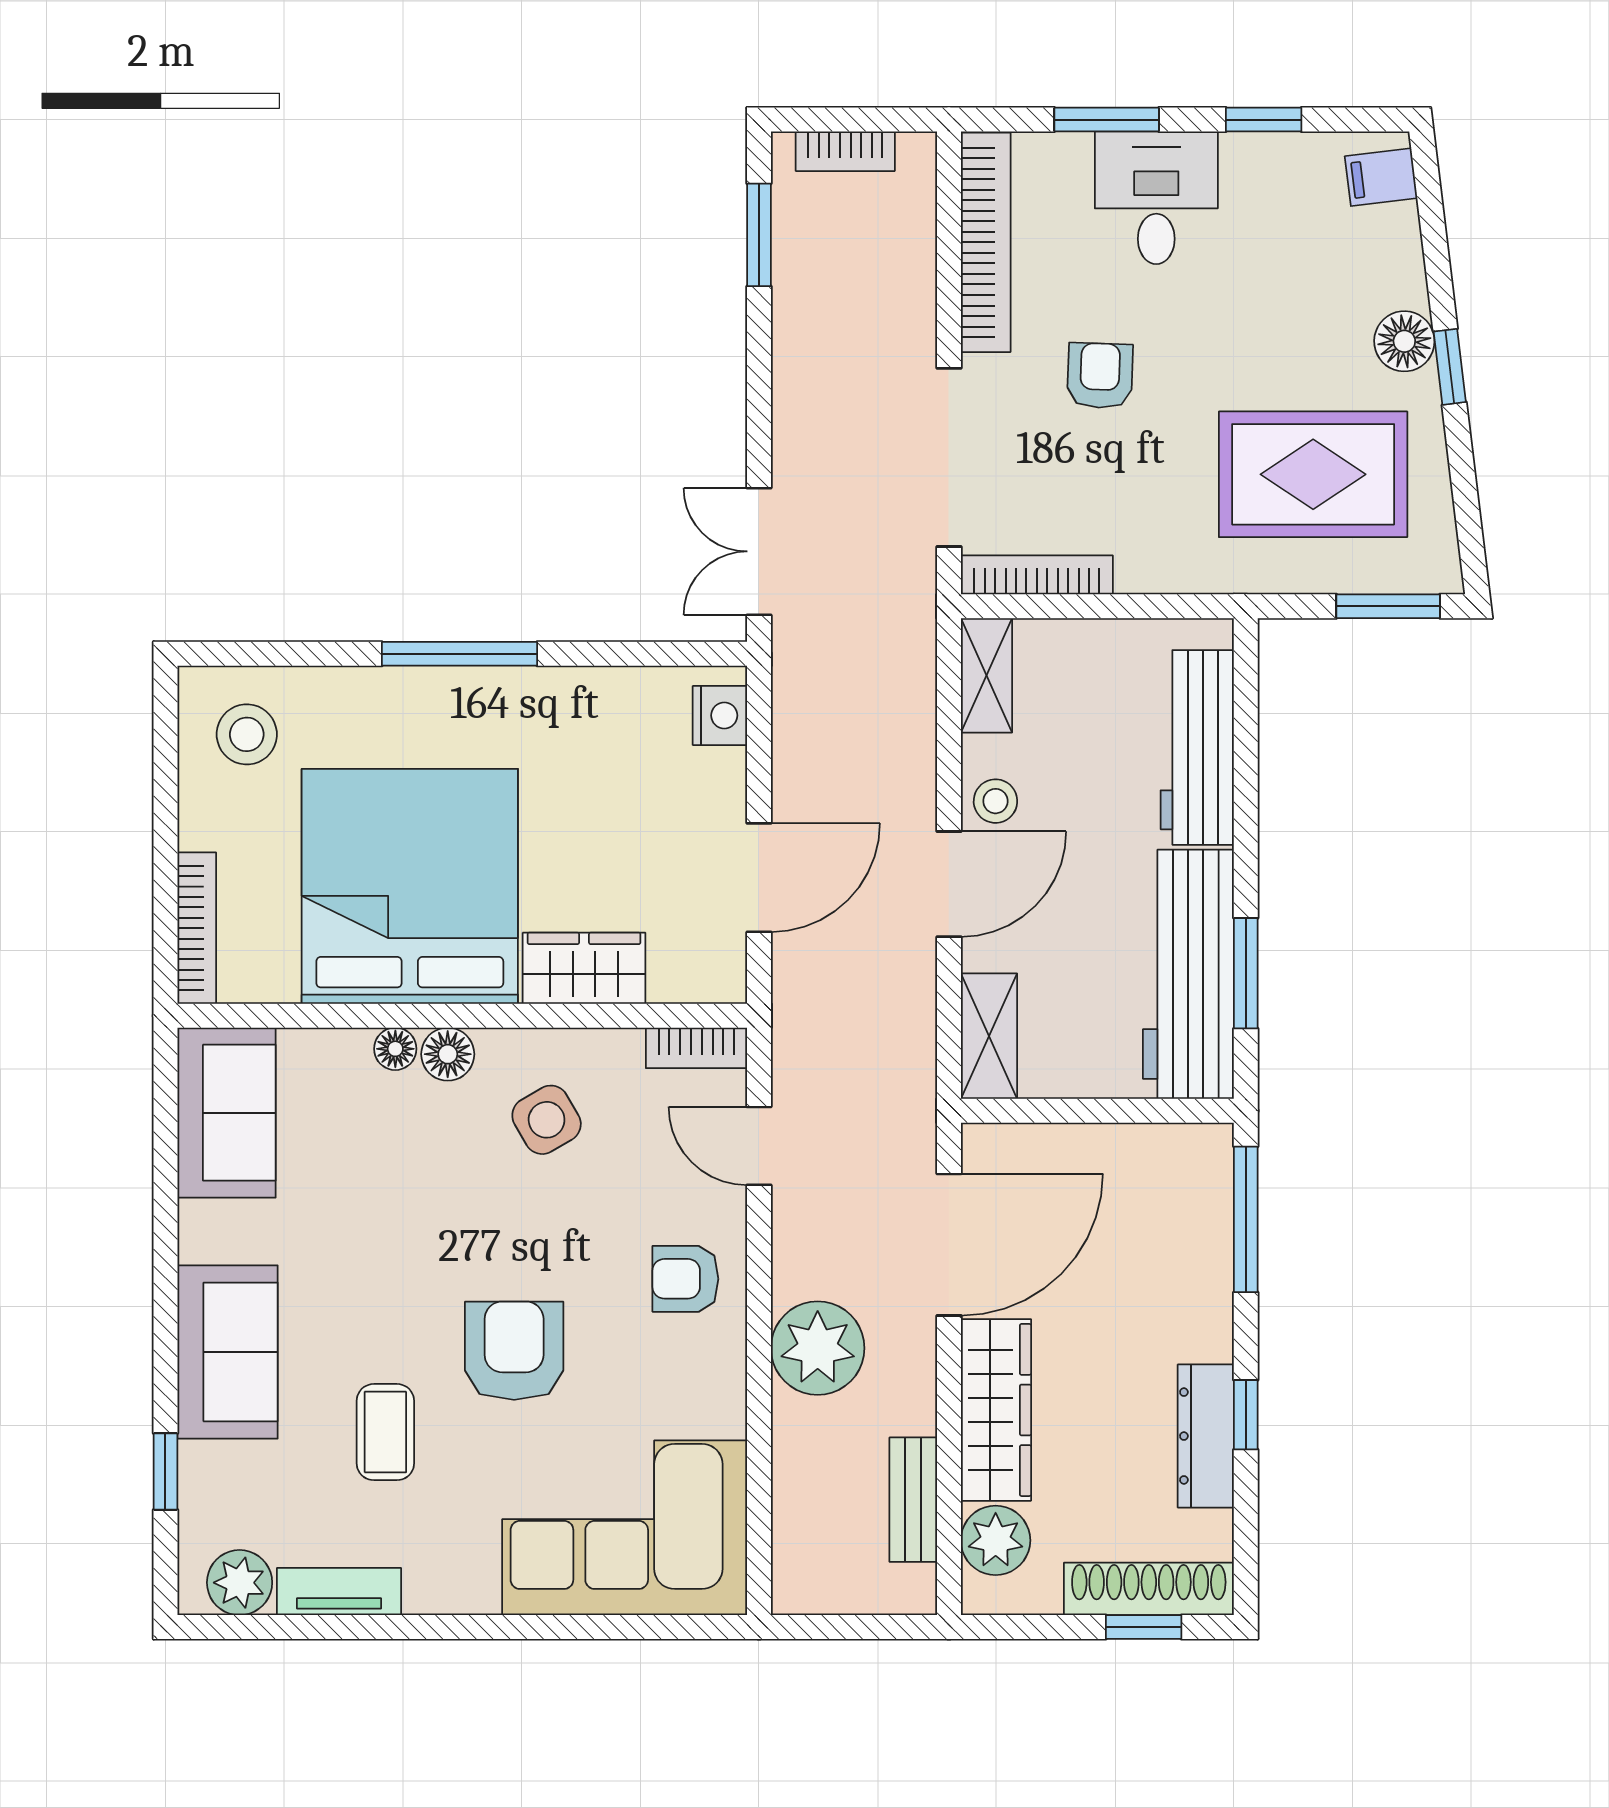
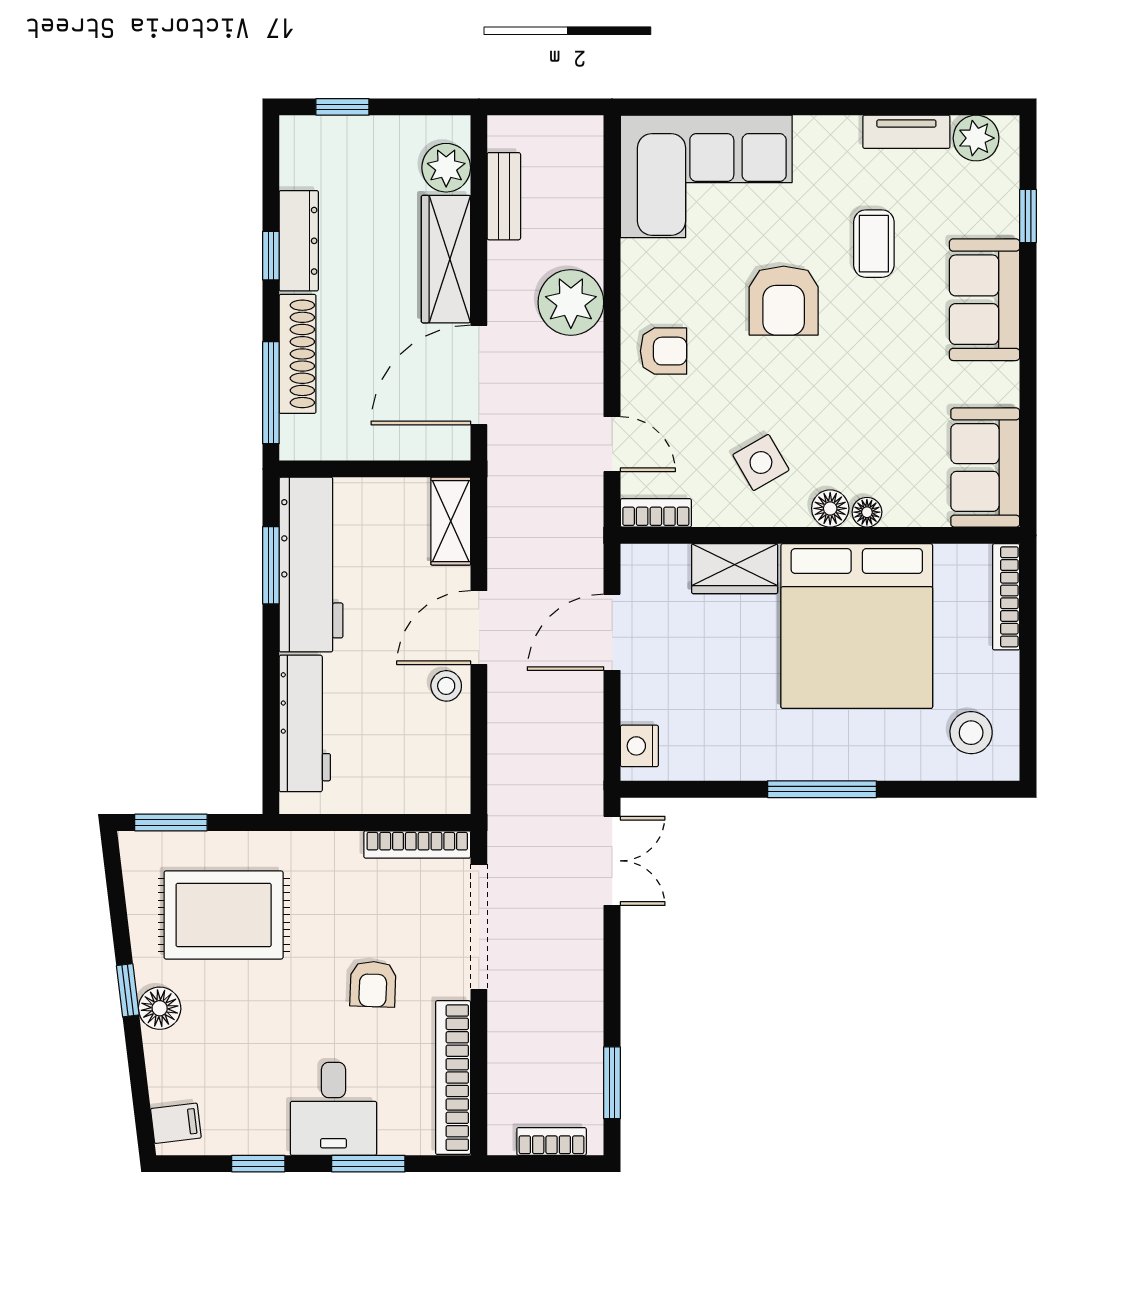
shelving: (987, 675) -> (453, 774), removed
shoe rack: (1149, 1589) -> (298, 354), moved, turned -90

